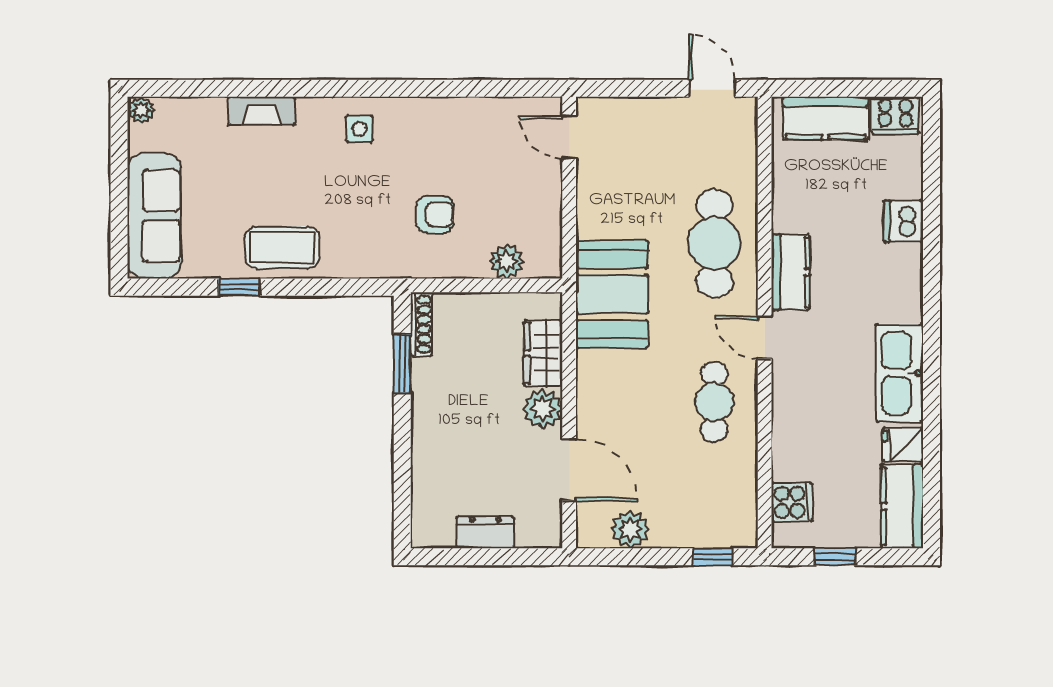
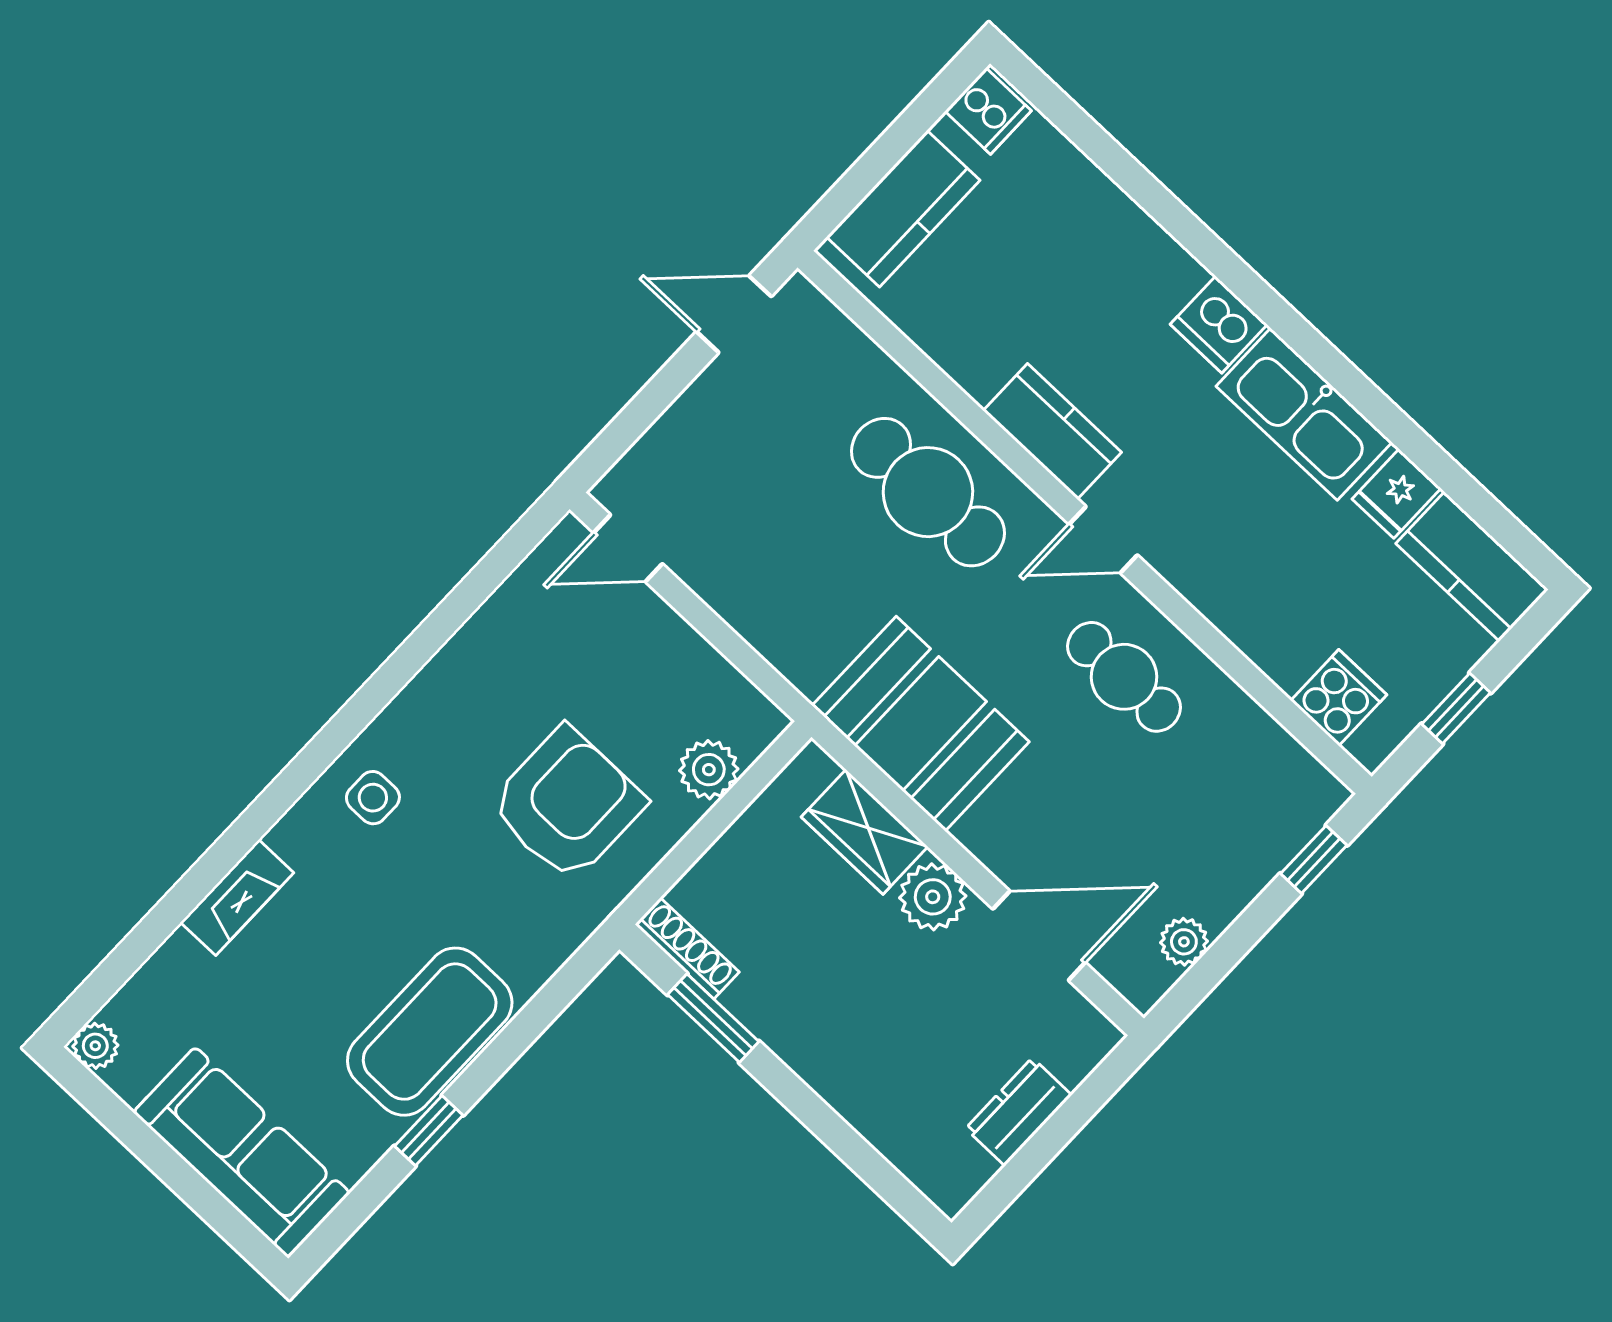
cooker: (895, 115) -> (988, 111), width x0.73
armchair: (435, 215) -> (567, 804), width x1.88, depth x1.88
dishwasher: (903, 221) -> (1219, 324), moved
coffee table: (282, 248) -> (430, 1032), width x1.36, depth x1.32
booth: (612, 294) -> (921, 724), moved
plant: (630, 529) -> (1184, 942), width x0.73, depth x0.73

